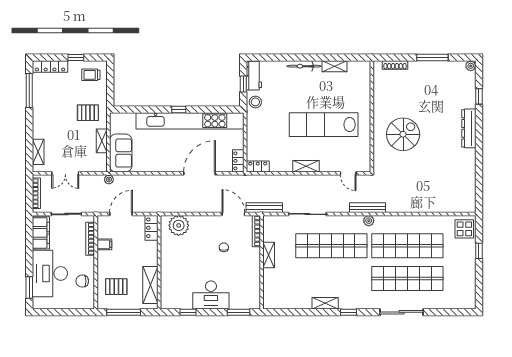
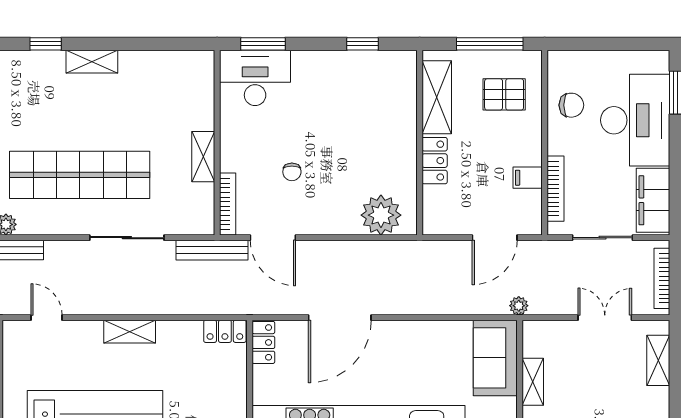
locker: (152, 228) -> (435, 161), moved
desk: (211, 295) -> (255, 78), moved

